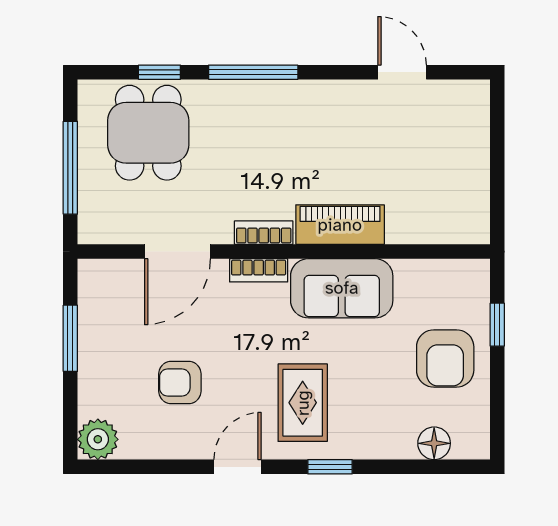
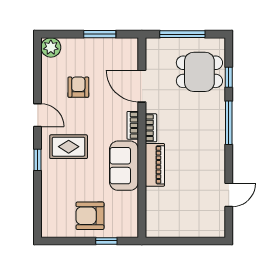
floor lamp: (434, 443) -> (49, 210), removed

